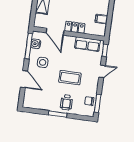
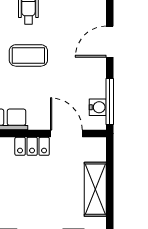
side table: (43, 62) -> (81, 76), removed
door: (24, 79) -> (110, 42), hinge flipped

